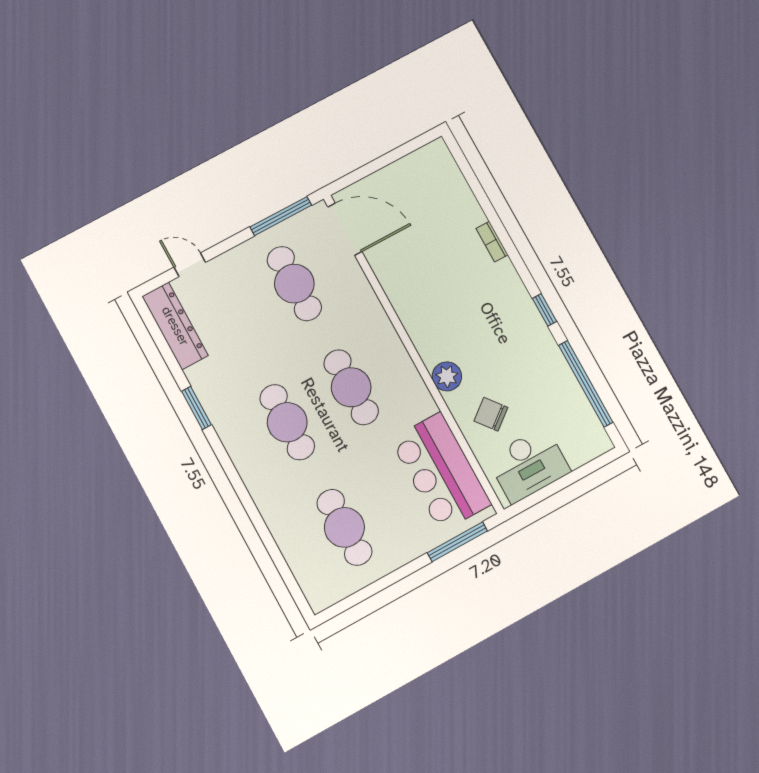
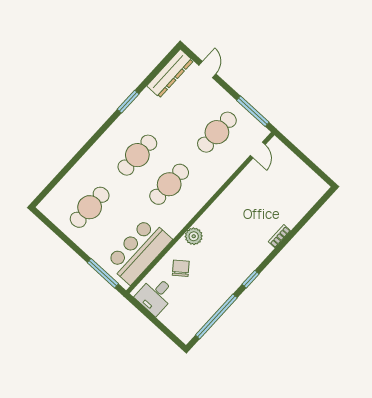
door: (345, 229) -> (258, 150), width x0.53
desk: (529, 465) -> (155, 295), width x0.73

